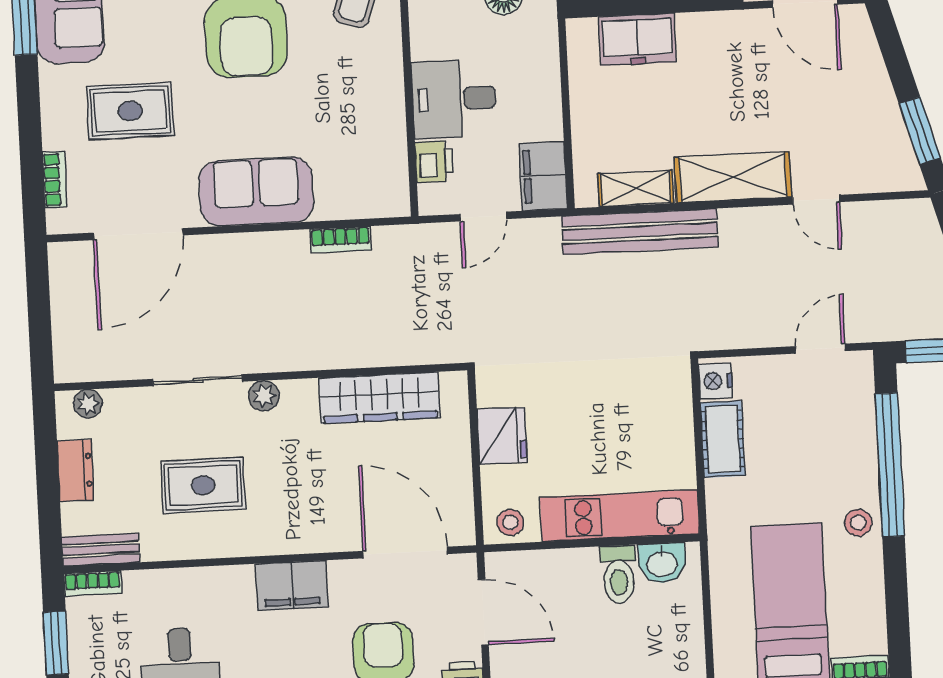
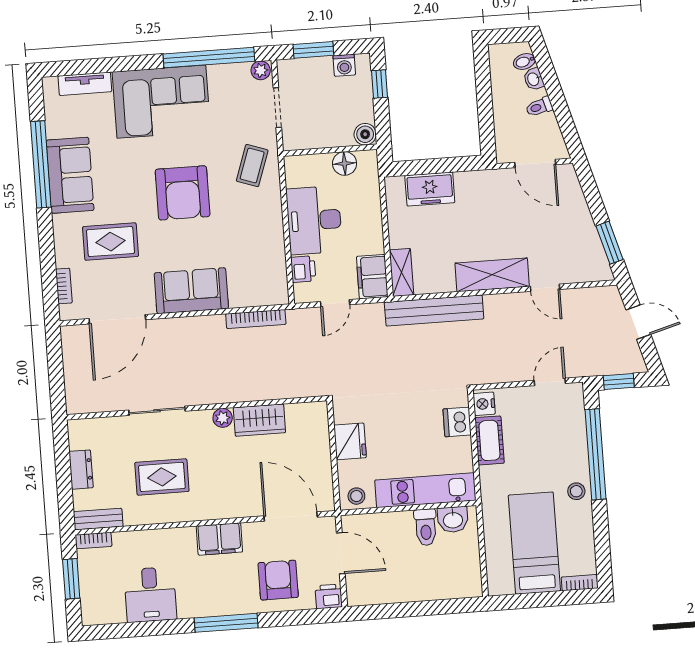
desk: (454, 99) -> (314, 220), width x1.37
shelving: (636, 188) -> (402, 272), moved, turned 90
bookcase: (340, 240) -> (256, 319), width x1.56
plant: (264, 396) -> (223, 418), moved
wardrobe: (379, 398) -> (259, 420), width x0.67
plant: (88, 404) -> (88, 427), removed
dishwasher: (672, 409) -> (457, 422), added

